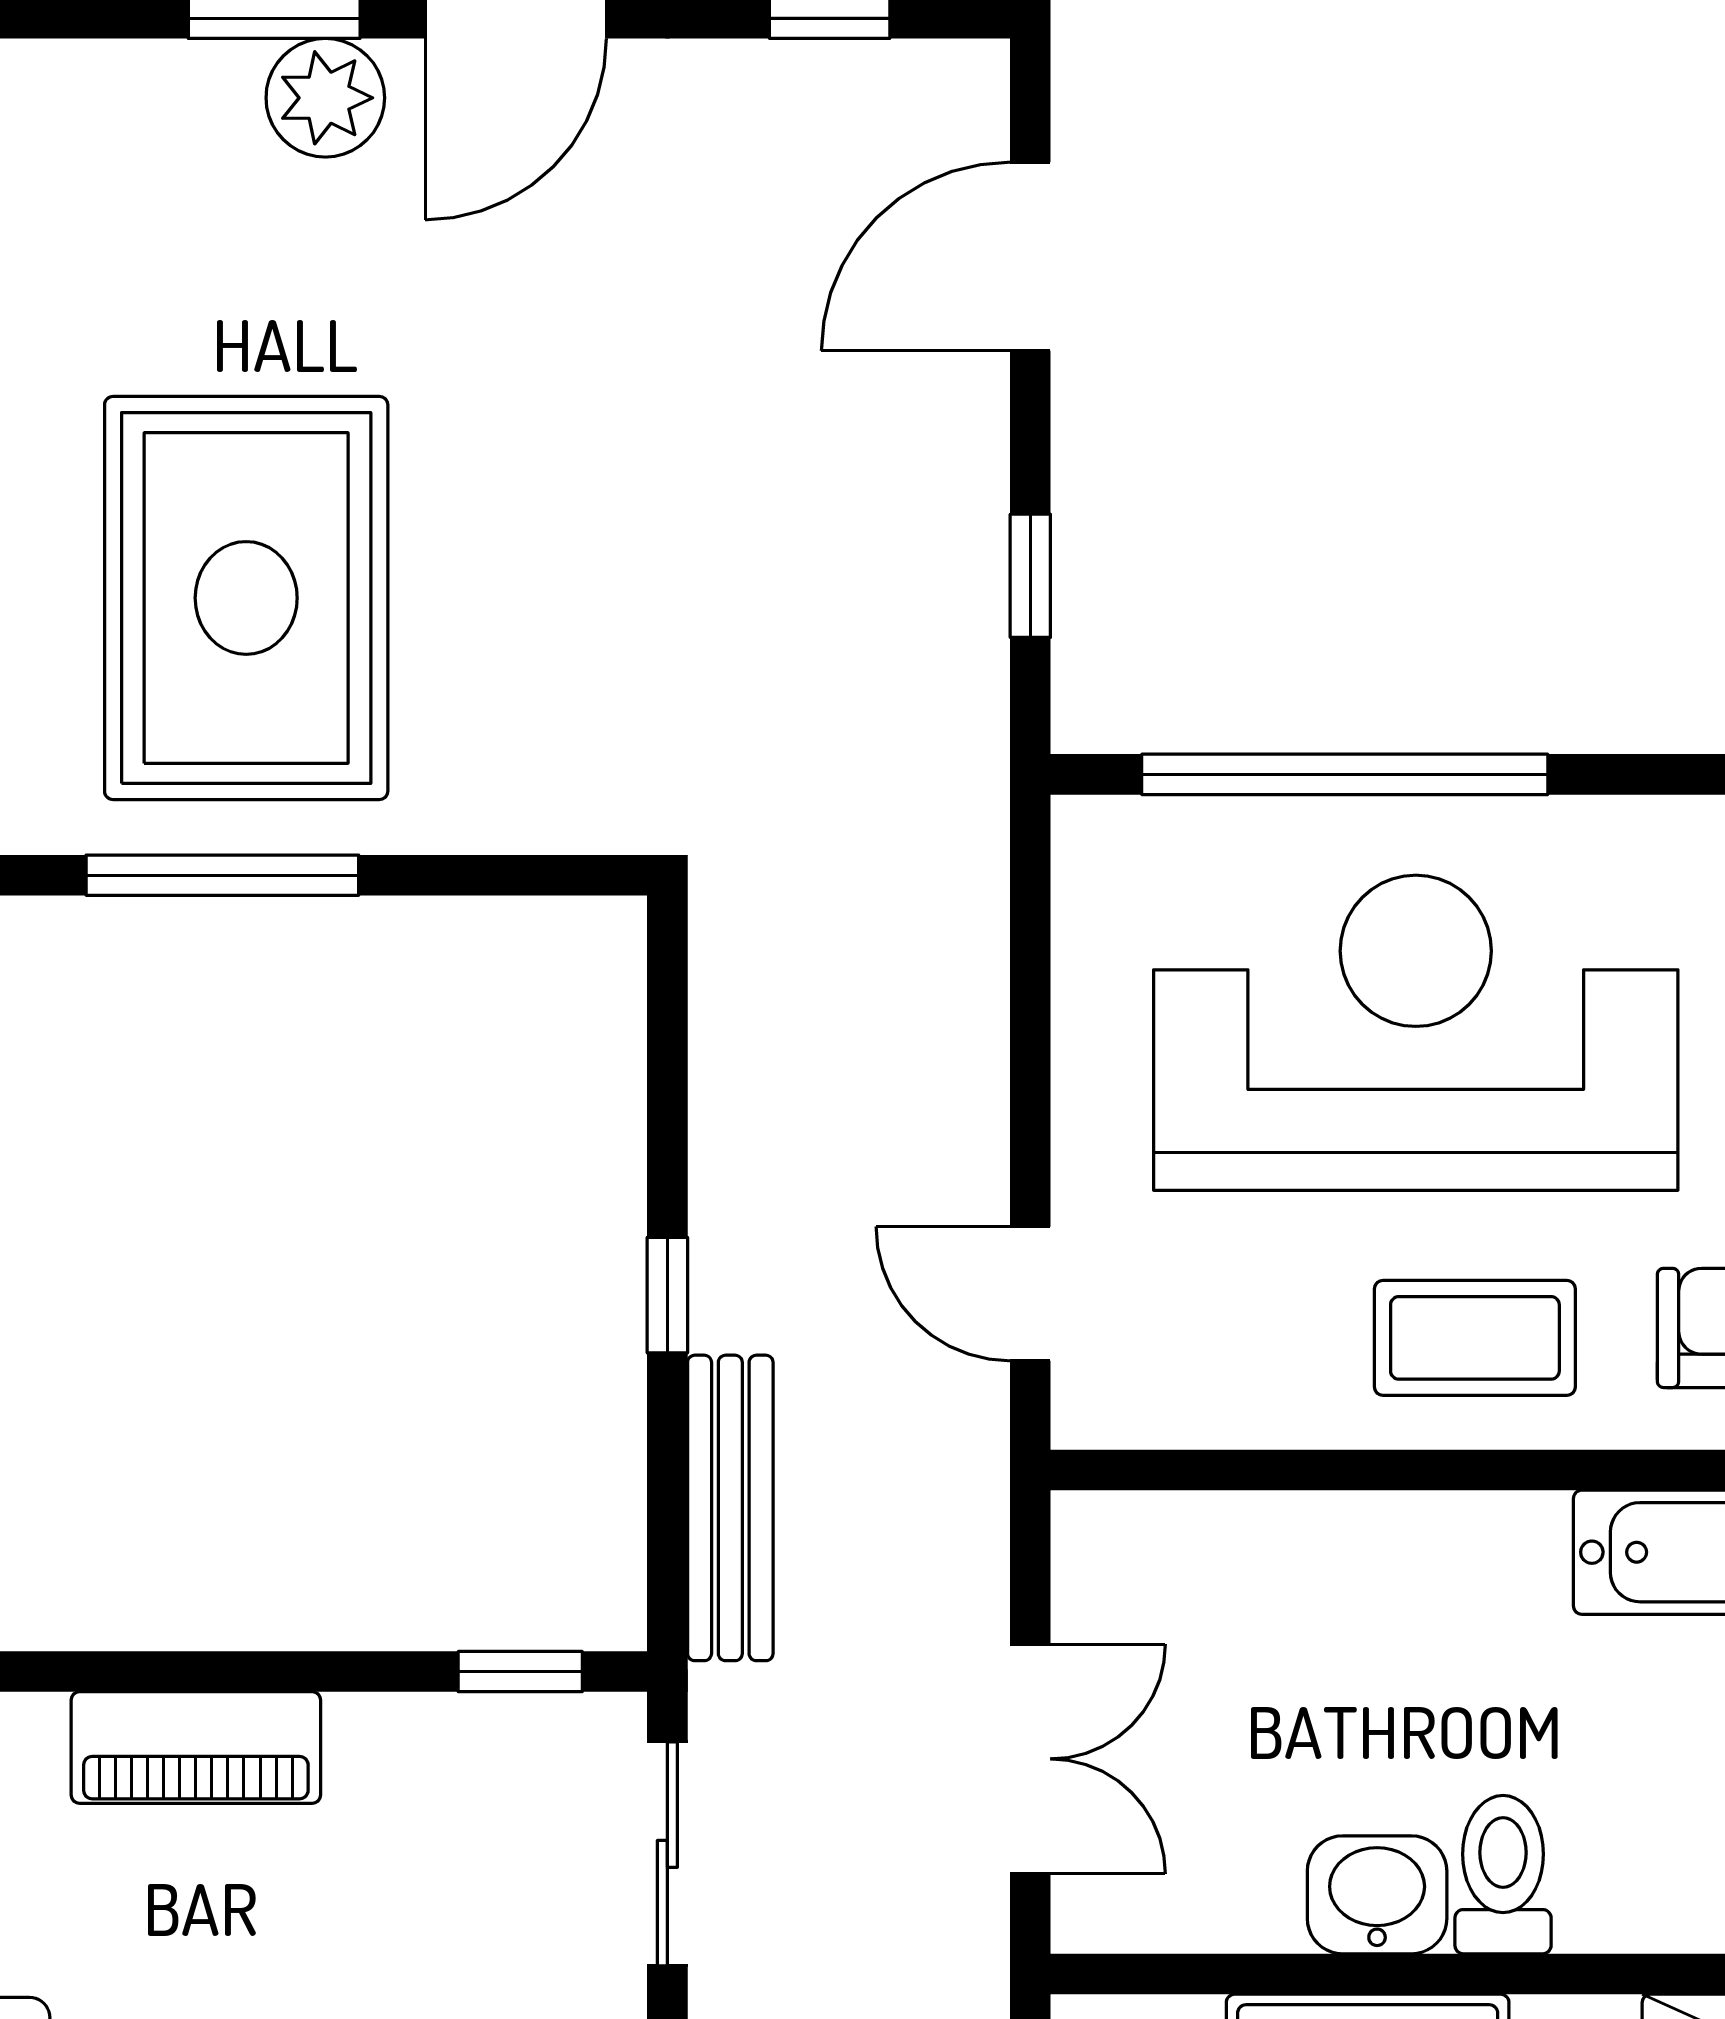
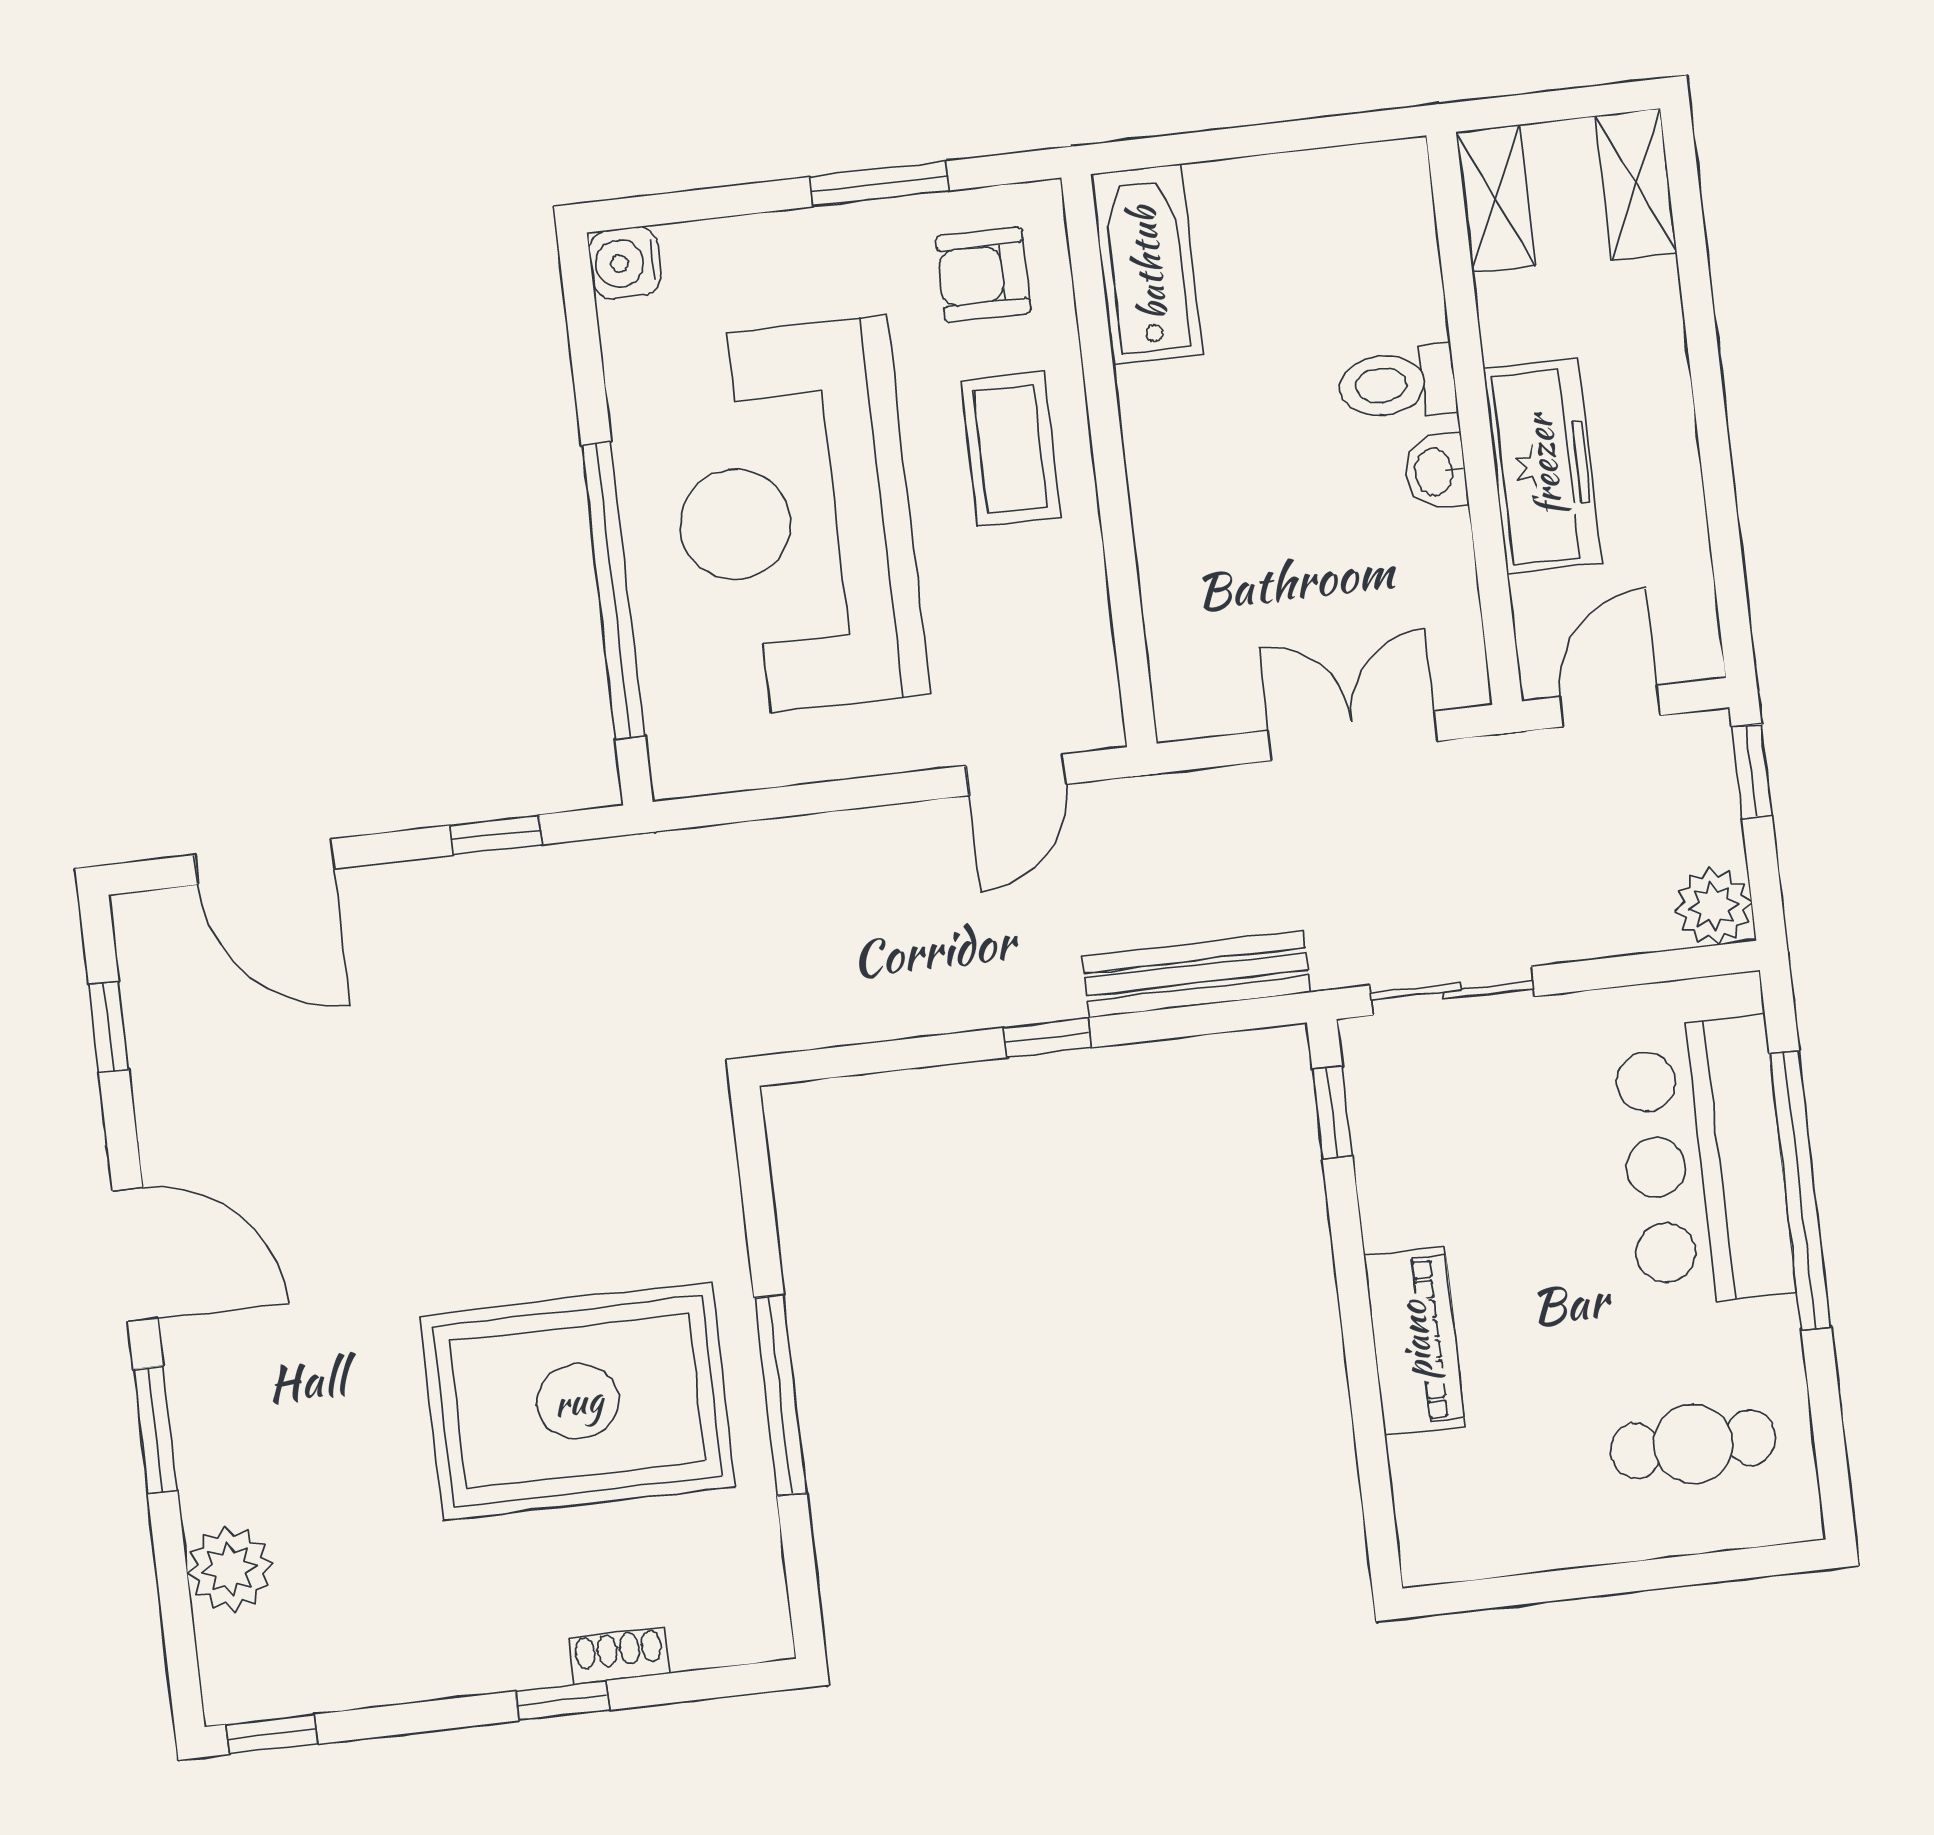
plant: (325, 98) -> (230, 1569), moved
washbasin: (1377, 1895) -> (1436, 472), width x0.72, depth x0.69

